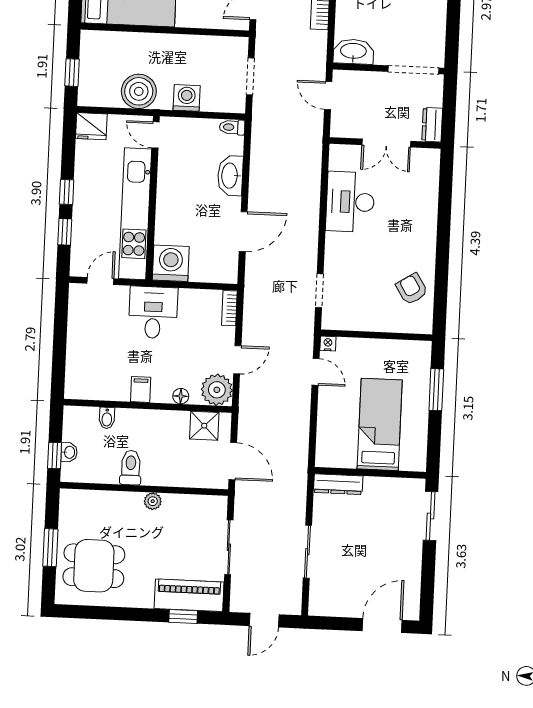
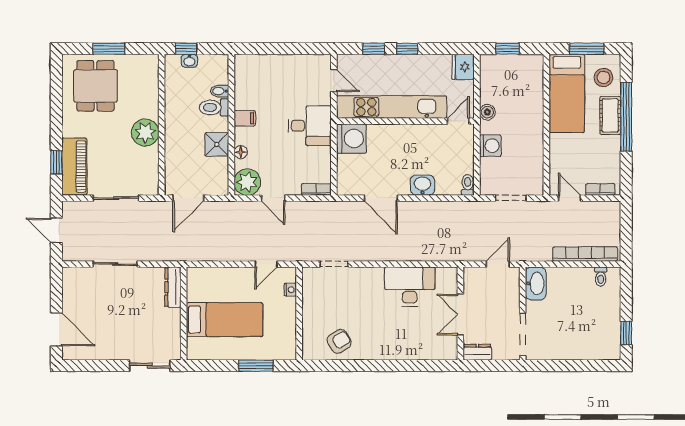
boiler: (139, 91) -> (487, 112), width x0.54, depth x0.54
washbasin: (230, 176) -> (422, 185), width x0.72
nightstand: (328, 344) -> (290, 290), moved
shower: (204, 426) -> (217, 144), moved
toilet: (131, 468) -> (214, 107), moved, turned 180
plant: (153, 501) -> (145, 133), width x1.88, depth x1.88

